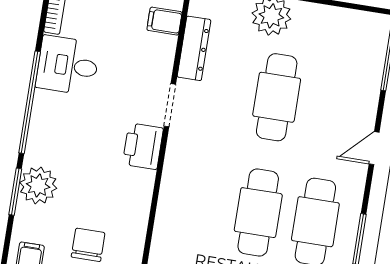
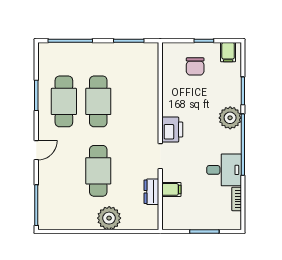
filing cabinet: (164, 21) -> (171, 189), moved
dresser: (194, 48) -> (151, 192), width x0.70
plant: (38, 185) -> (230, 118), moved

